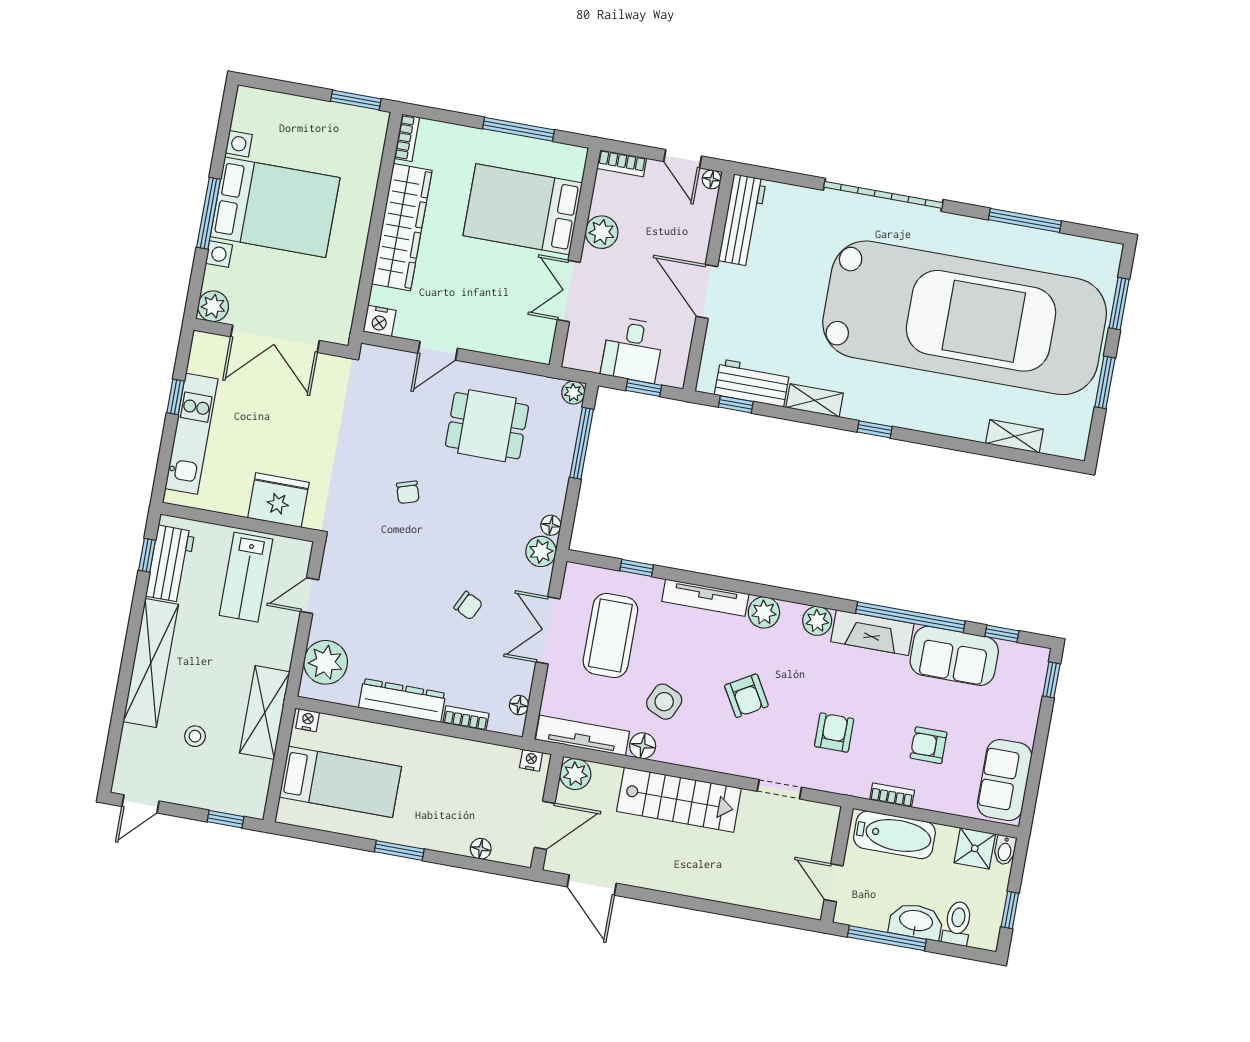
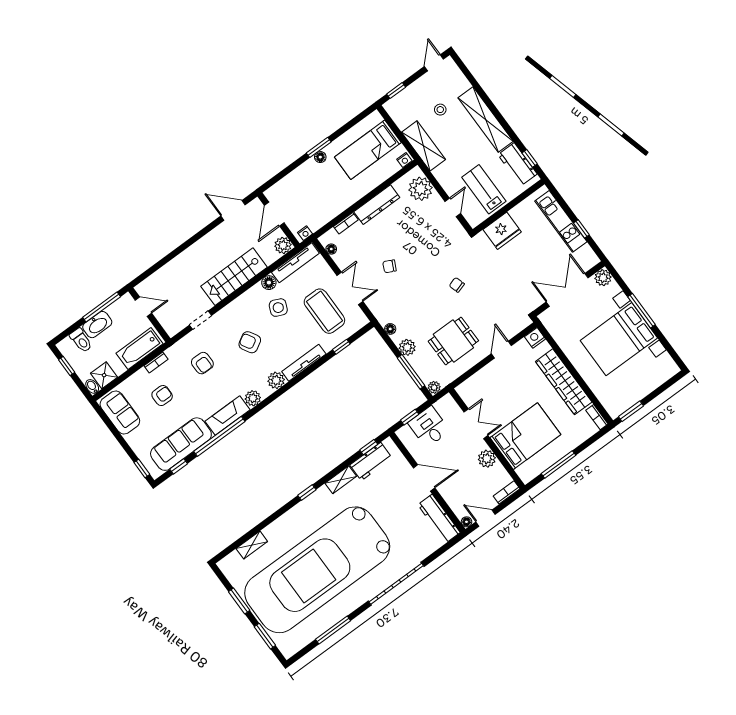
plant: (541, 551) -> (407, 347), moved
sofa: (954, 656) -> (181, 444), width x1.36
floor lamp: (481, 849) -> (320, 157), moved

